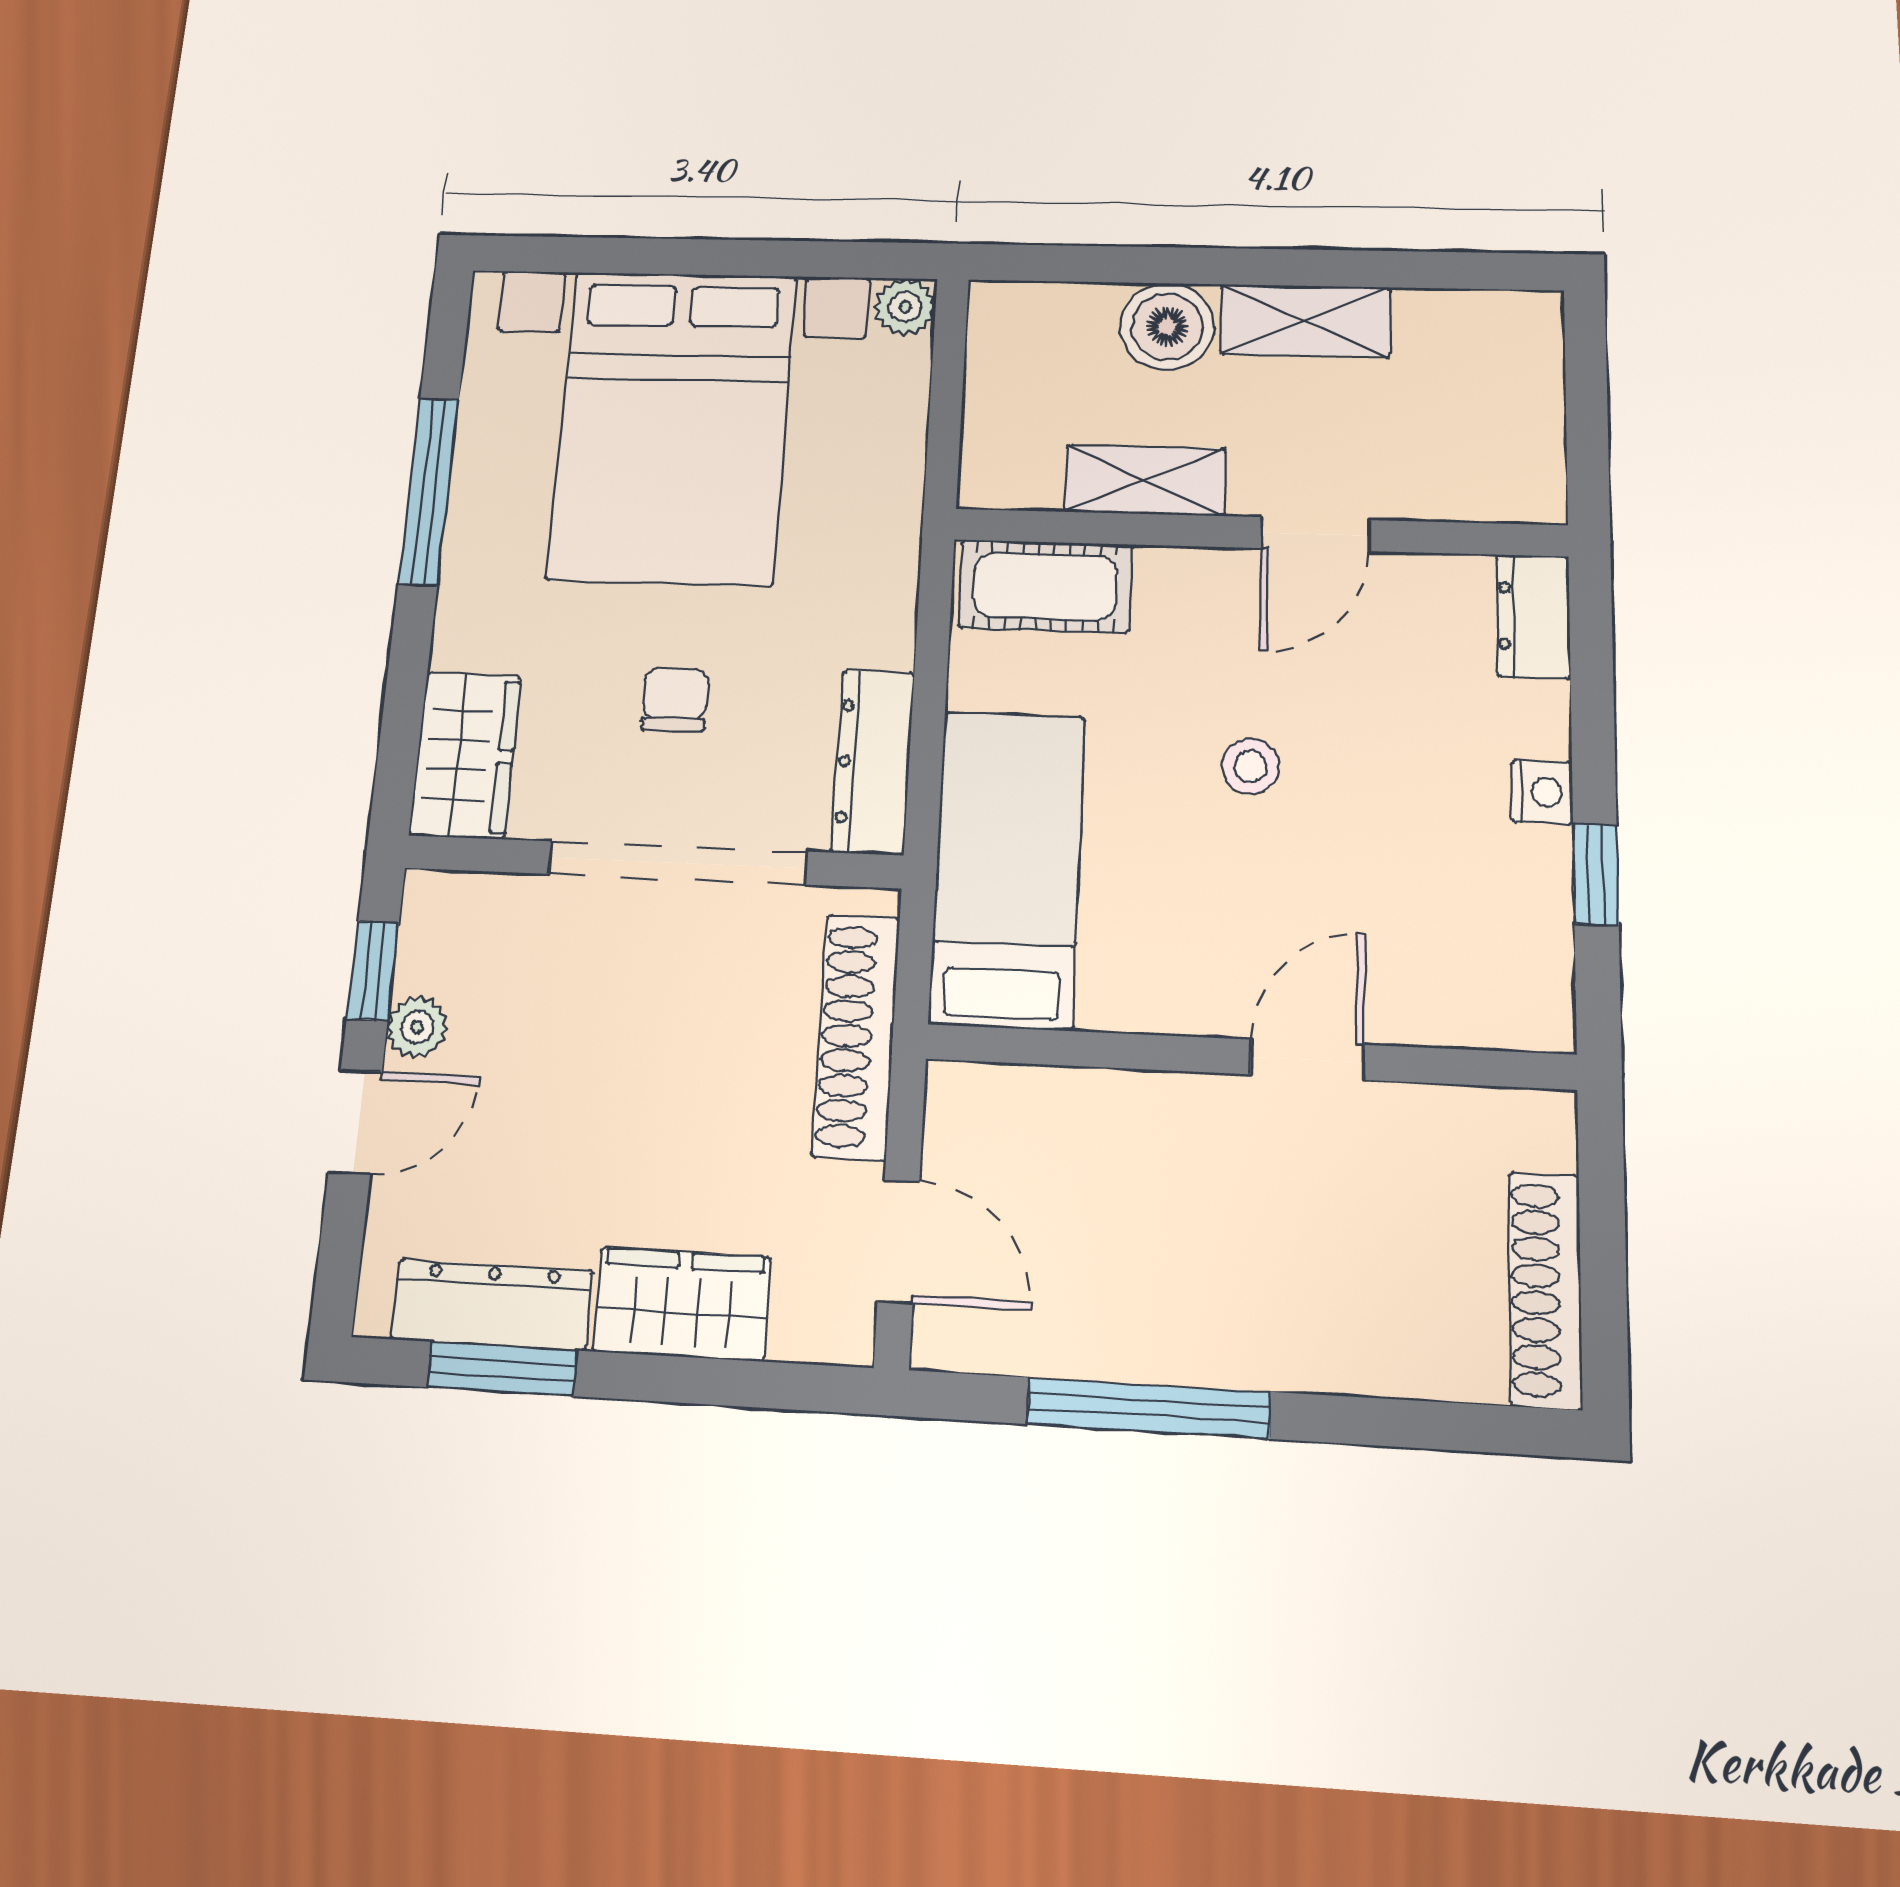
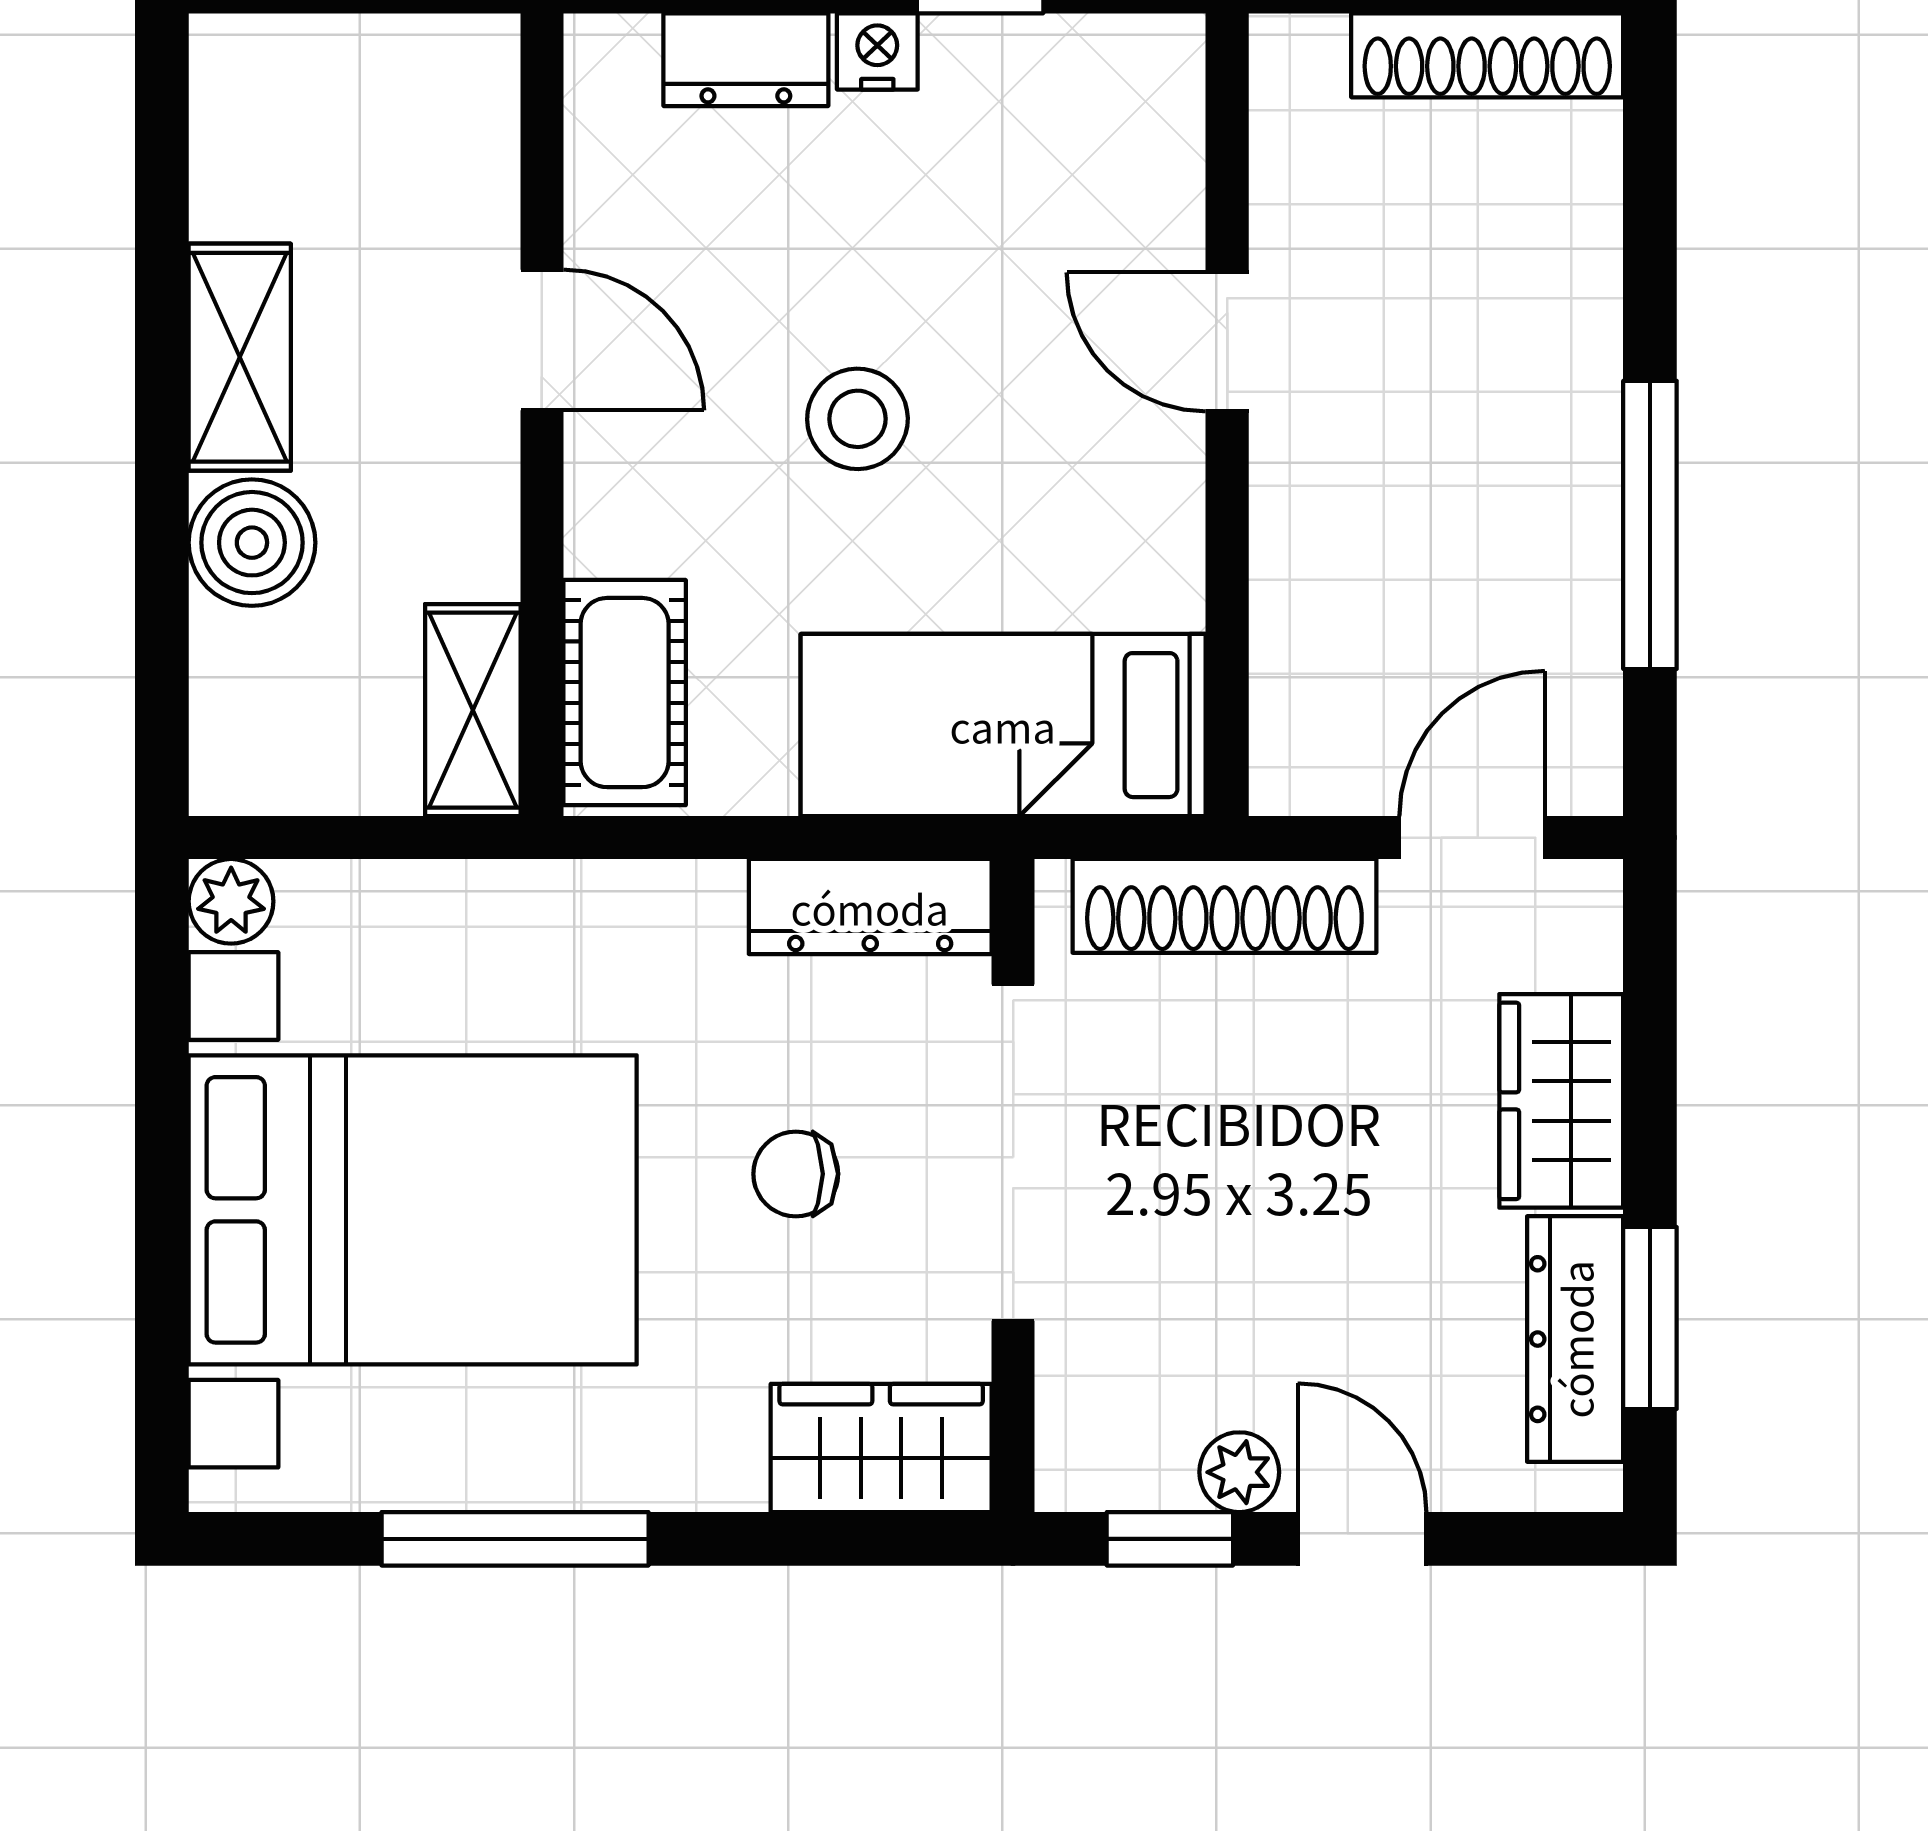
shelving: (1145, 480) -> (473, 710), moved
dresser: (1533, 616) -> (746, 60), moved
stool: (1250, 766) -> (857, 419), width x1.37, depth x1.37

